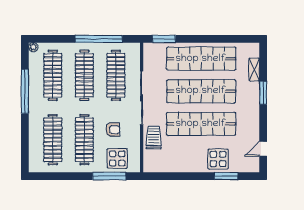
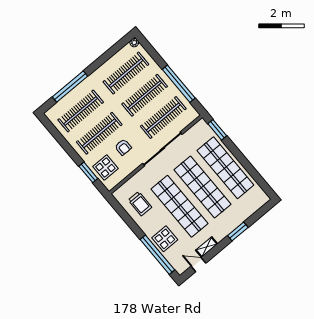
shelving: (254, 70) -> (207, 247), moved
window: (25, 91) -> (70, 87), moved
trolley: (154, 137) -> (140, 204), moved, turned 90
window: (109, 176) -> (88, 172), width x0.69
window: (226, 176) -> (157, 255), width x2.11

